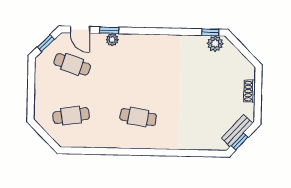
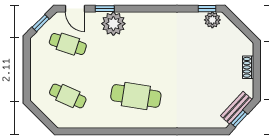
plant: (112, 40) -> (113, 24), width x1.87, depth x1.87
cafe table: (71, 116) -> (68, 96), turned 33
cafe table: (138, 117) -> (136, 96), width x1.37, depth x1.35

